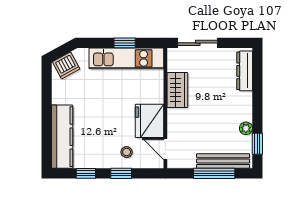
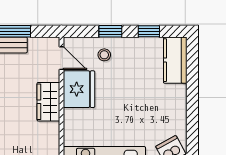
wardrobe: (177, 90) -> (48, 102), moved
kitchen counter: (62, 137) -> (175, 60), width x0.67

